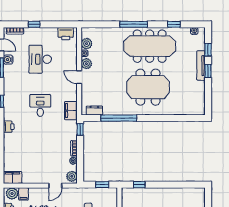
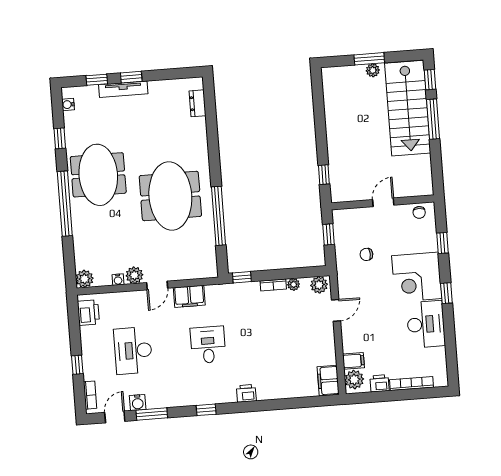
window: (134, 24) -> (65, 204), width x1.46
plant: (87, 44) -> (84, 279), moved
meeting table: (150, 46) -> (98, 175), width x0.73
desk: (40, 59) -> (133, 351), turned 90
meeting table: (148, 87) -> (170, 196), moved
desk: (40, 105) -> (208, 345), turned 90
dresser: (94, 110) -> (198, 103), moved
filing cabinet: (71, 111) -> (189, 296), moved
door: (55, 186) -> (336, 310), hinge flipped

